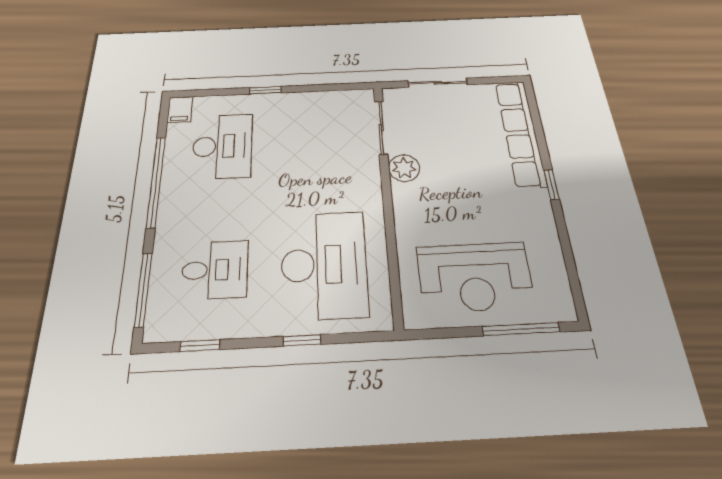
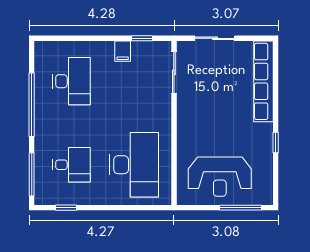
window: (266, 90) -> (142, 38), moved
filing cabinet: (180, 110) -> (123, 51), moved
plant: (404, 168) -> (186, 103), removed
window: (551, 185) -> (276, 143), moved
window: (302, 340) -> (121, 208), removed

